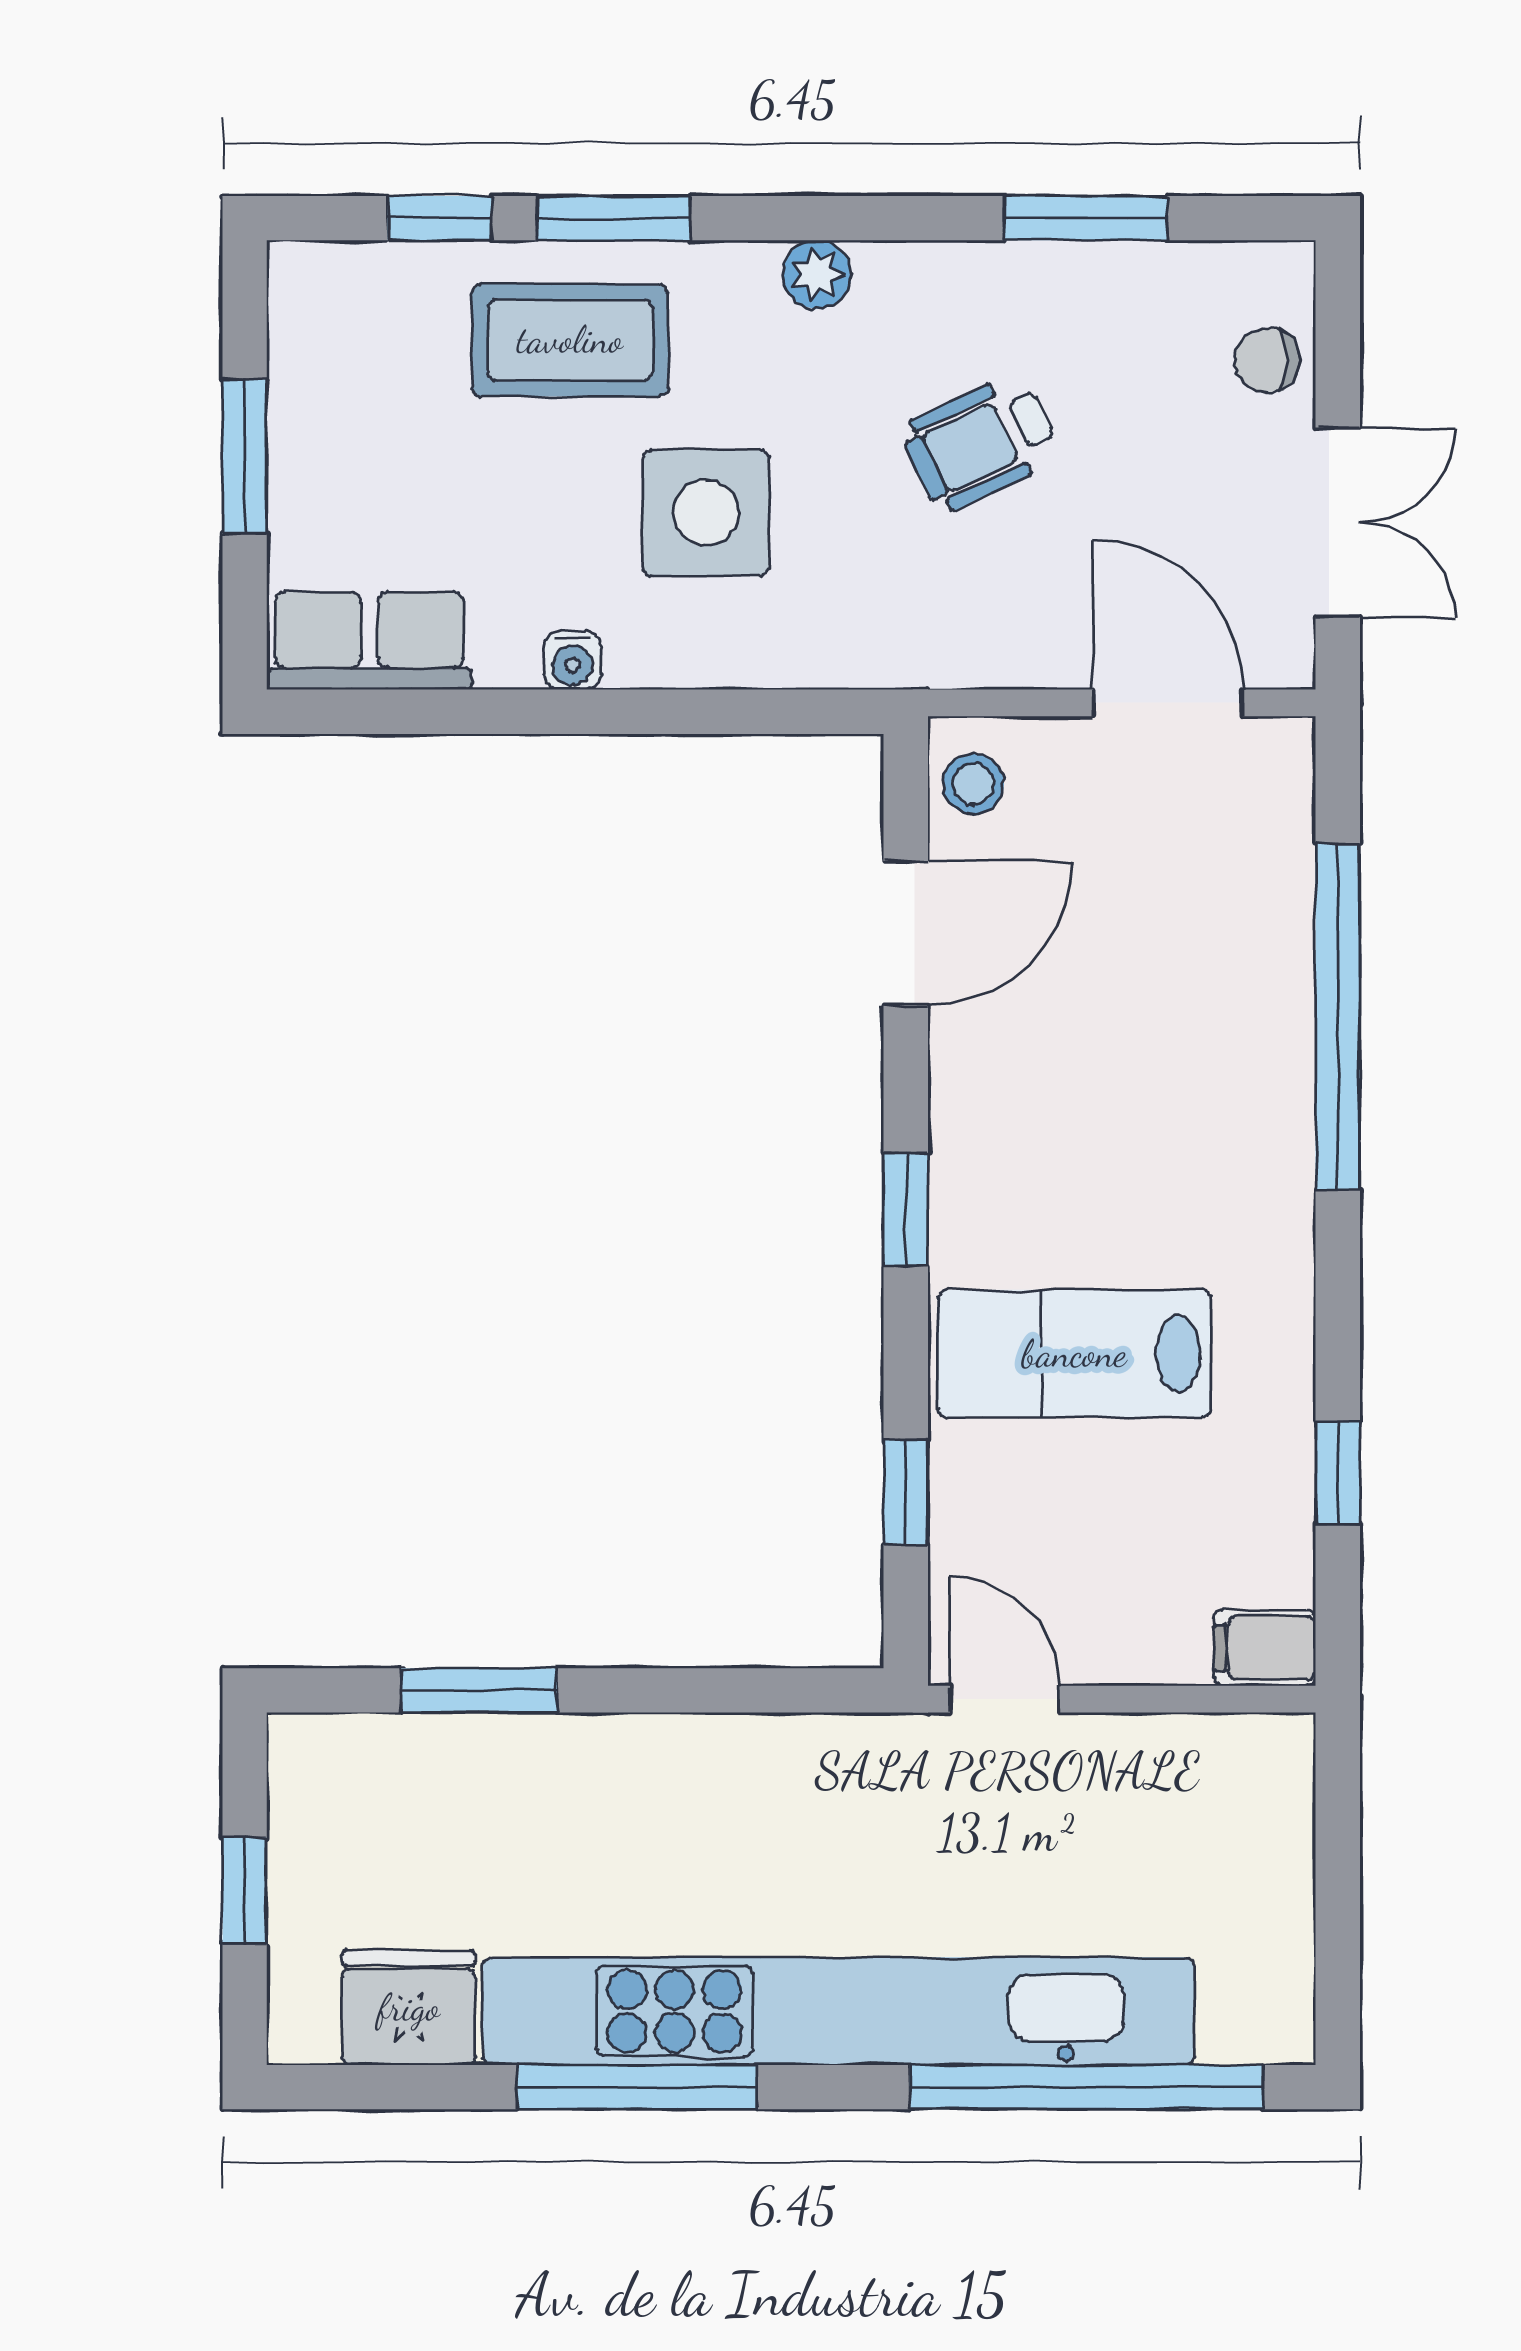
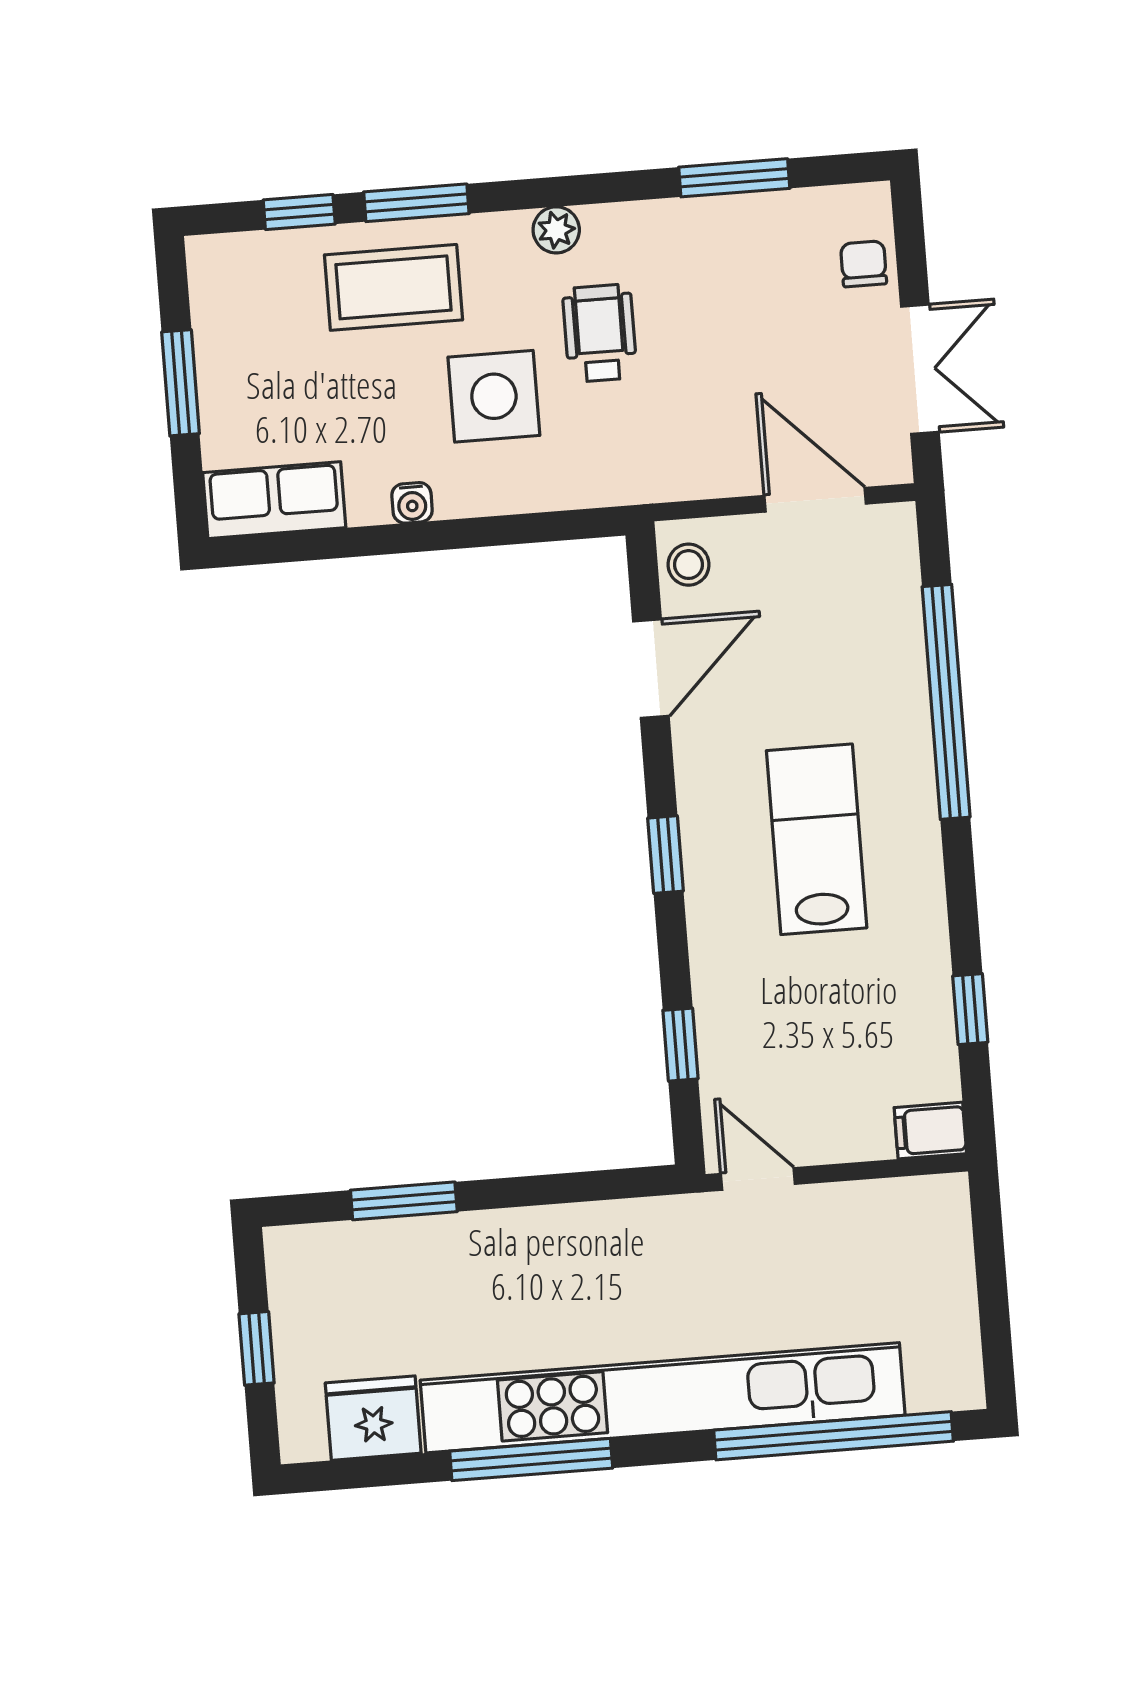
chair: (1267, 360) -> (864, 264), turned 90
wheelchair: (981, 443) -> (600, 333), moved, turned 115
lab bench: (1074, 1354) -> (817, 839), moved, turned 90

